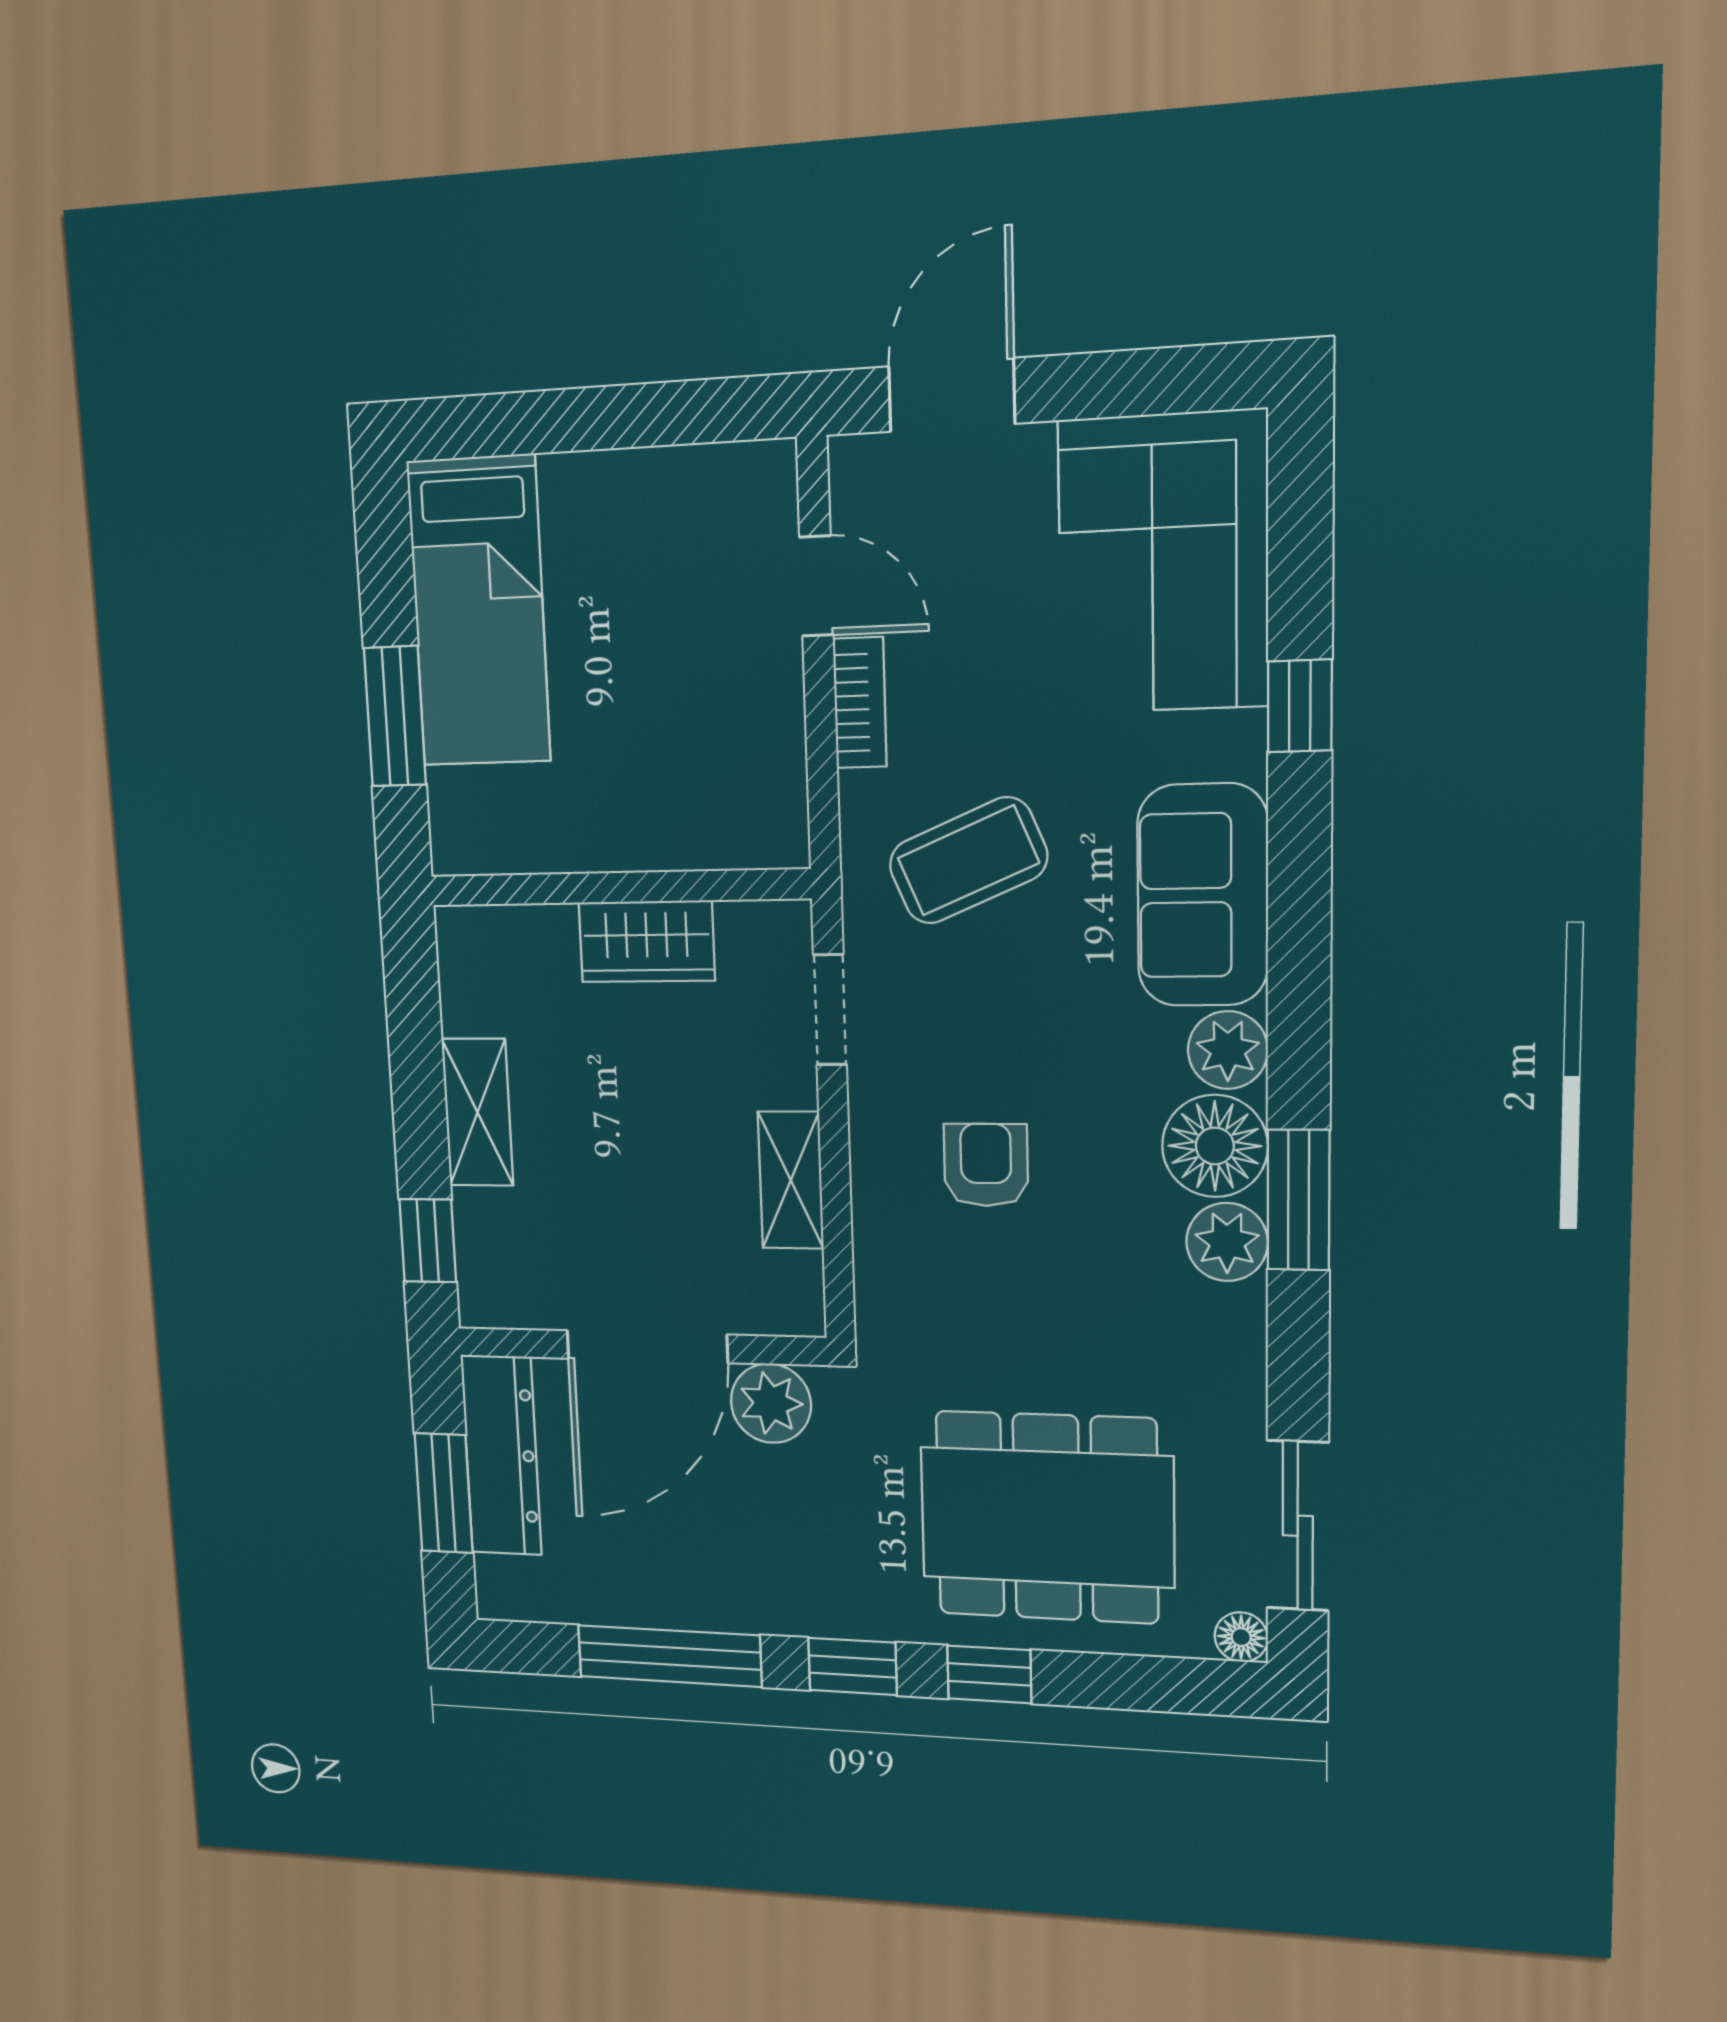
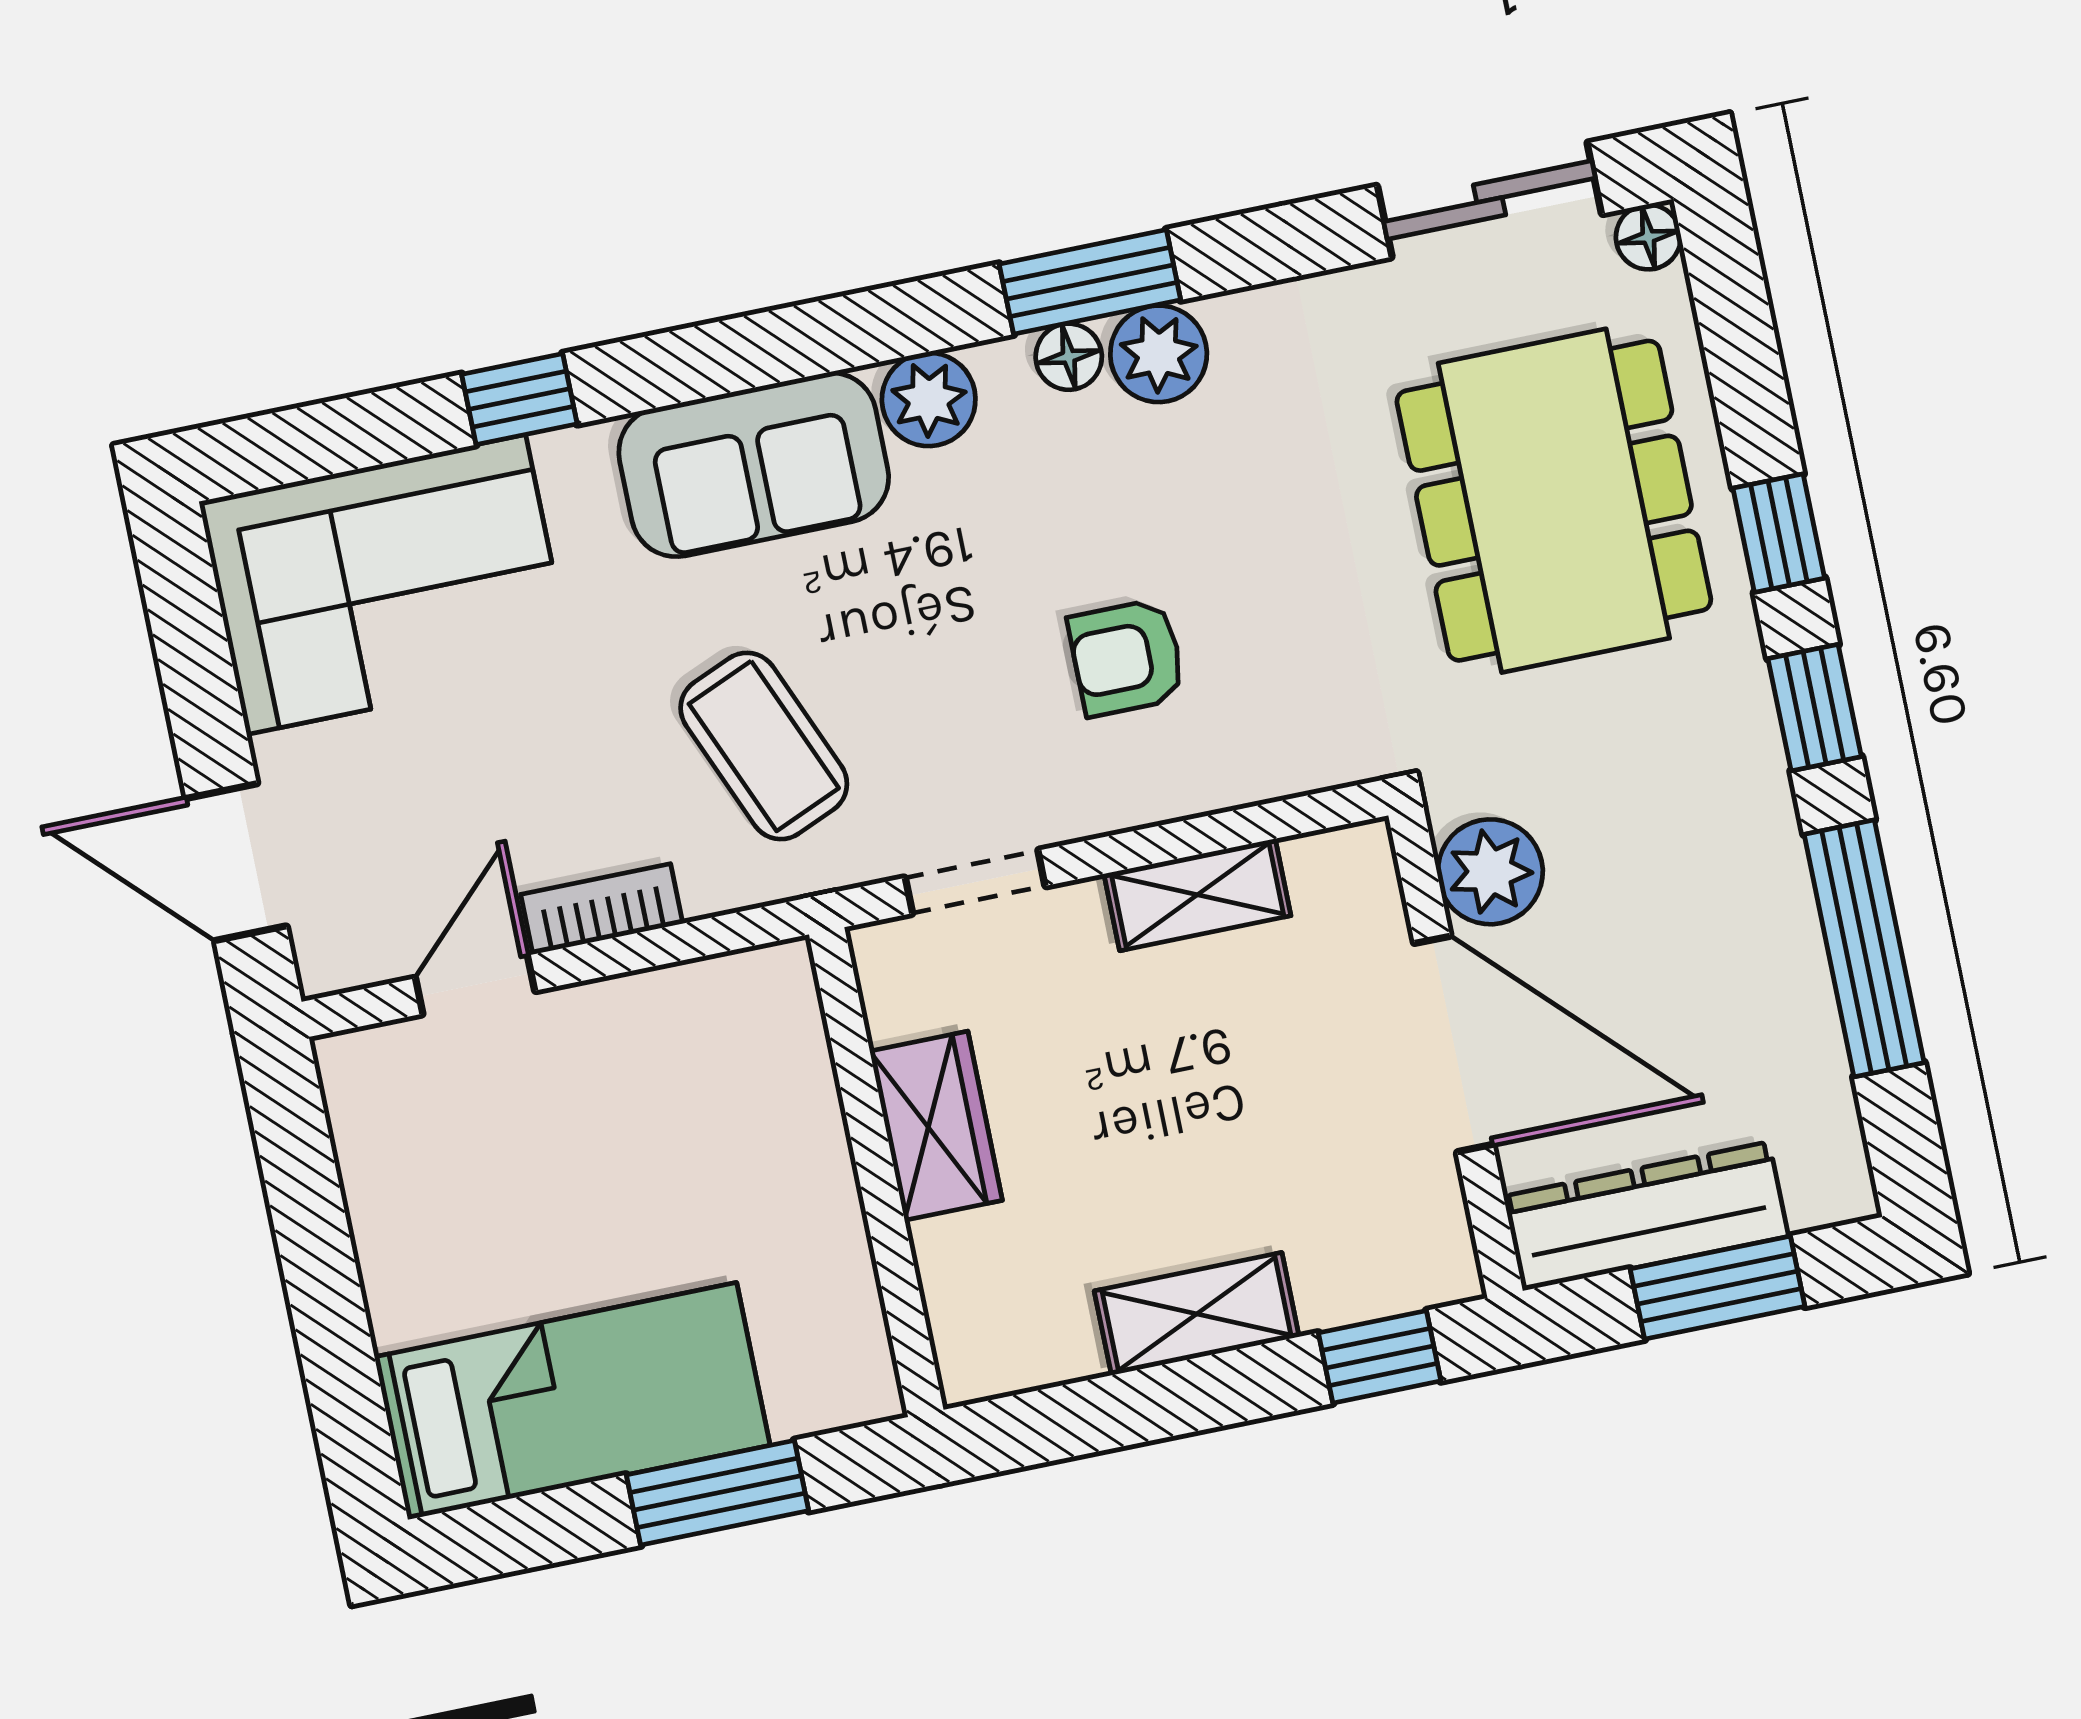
floor lamp: (1215, 1146) -> (1069, 357), width x0.53, depth x0.53

